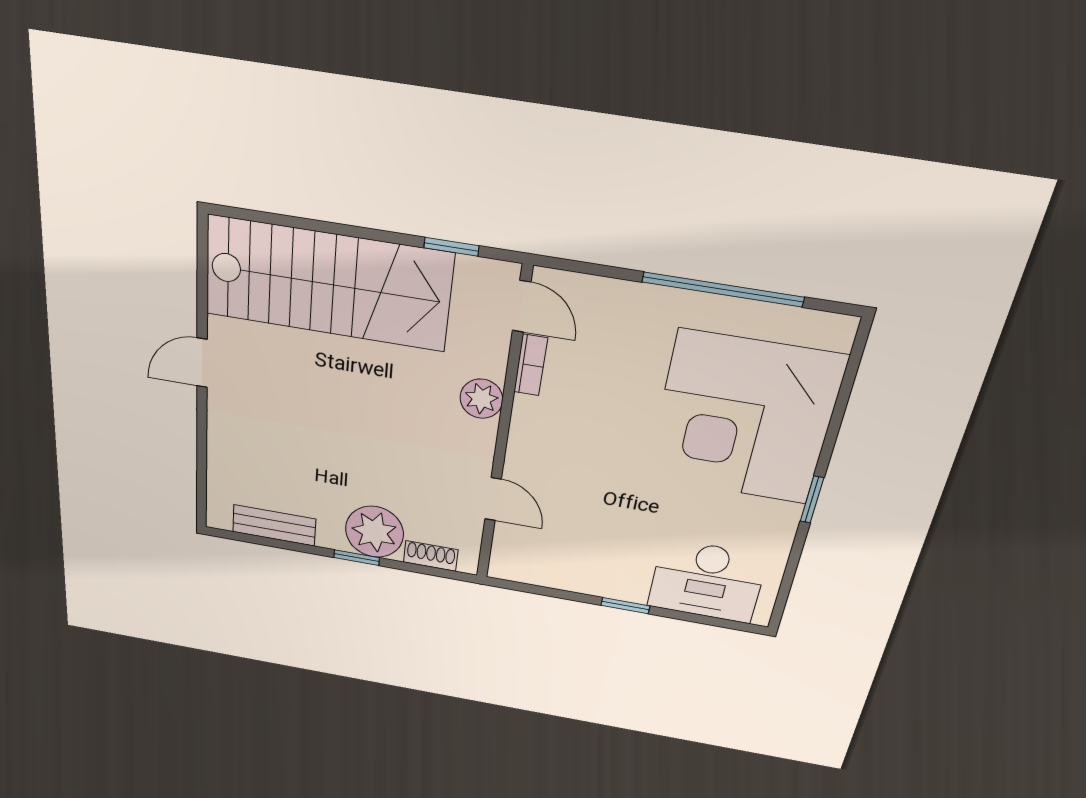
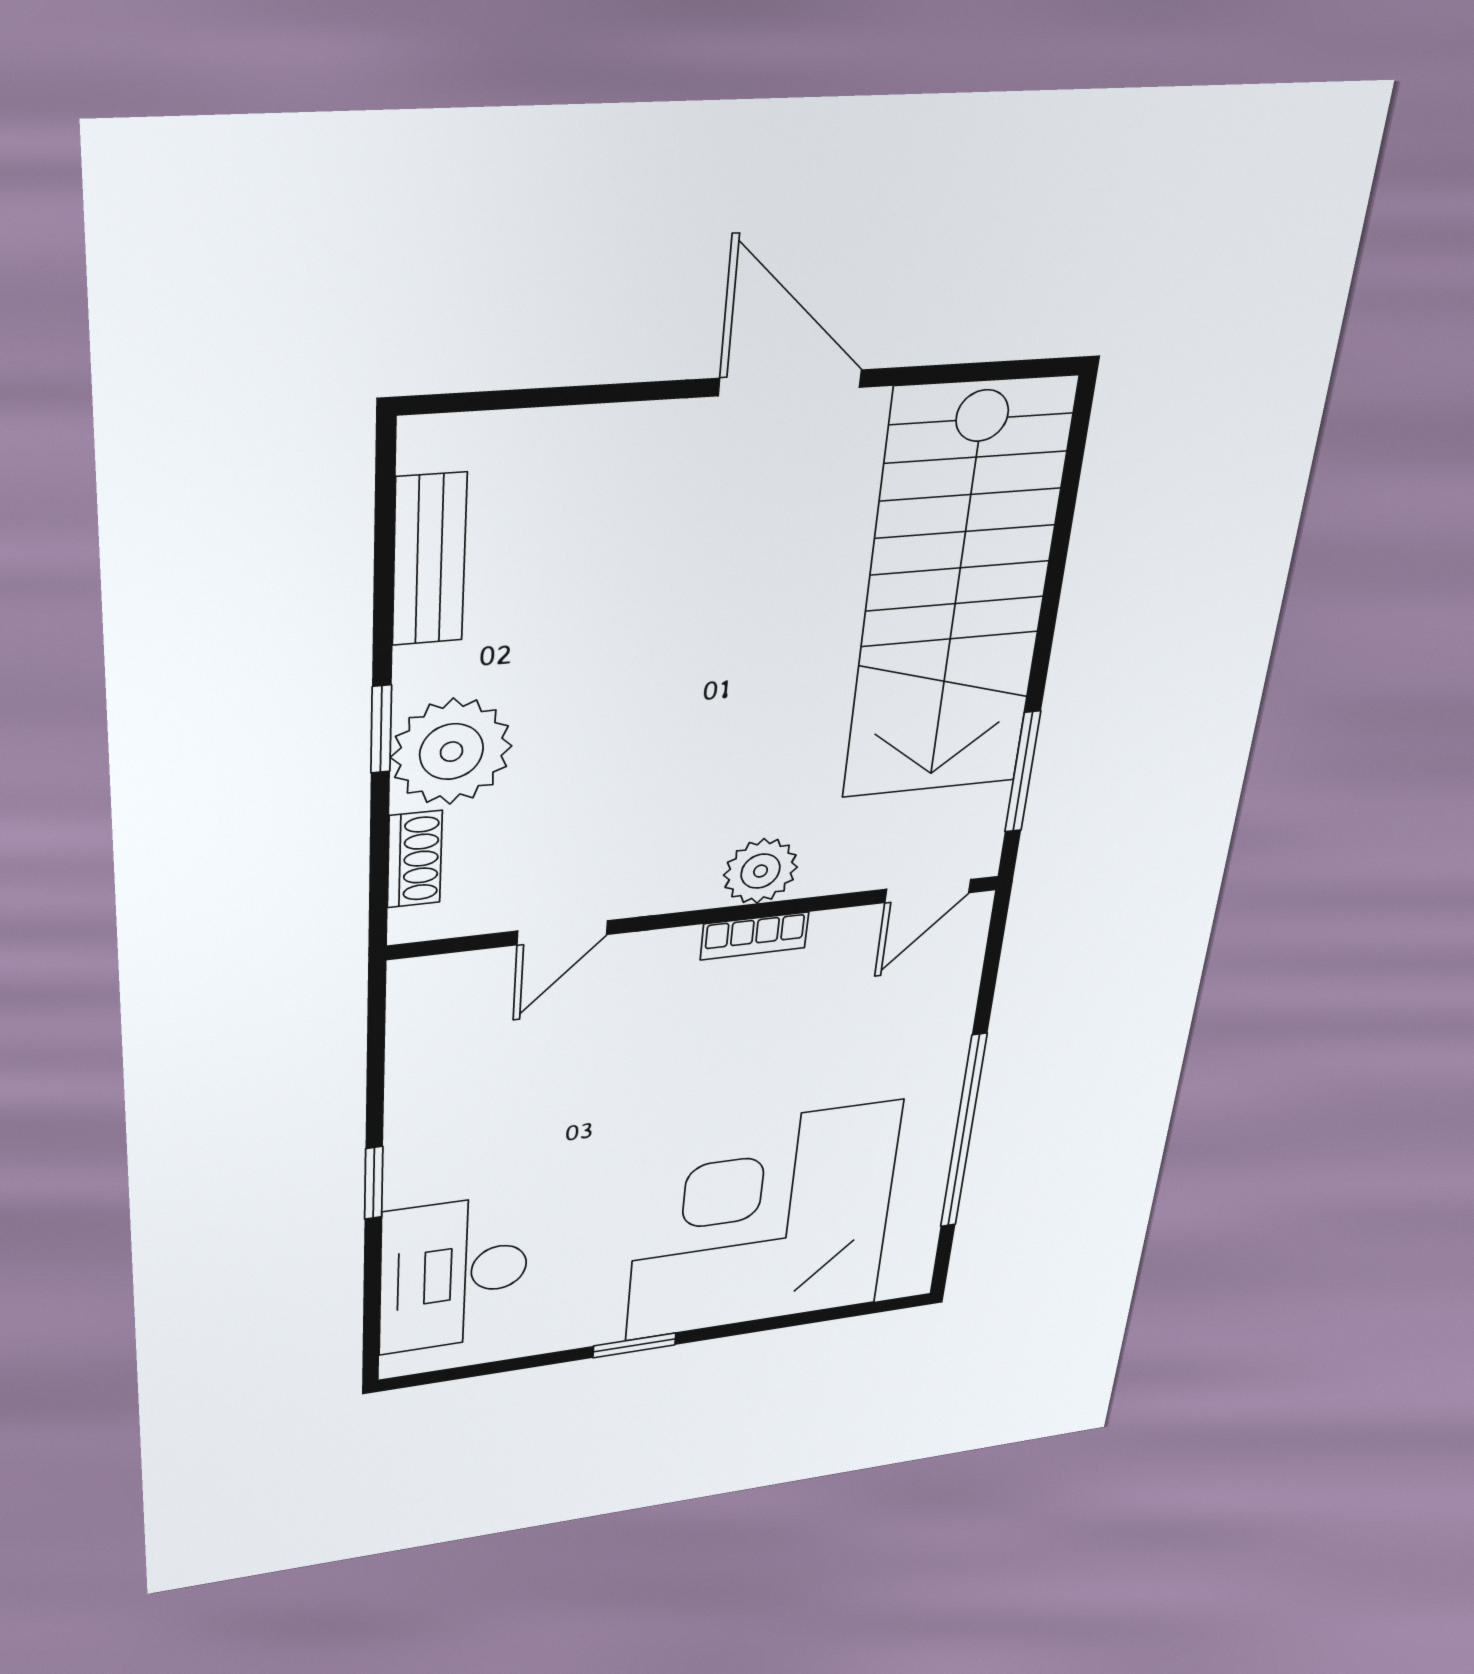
window: (451, 247) -> (1023, 772), width x1.50
door: (202, 363) -> (790, 383), width x1.37
bookcase: (531, 365) -> (755, 936), moved

